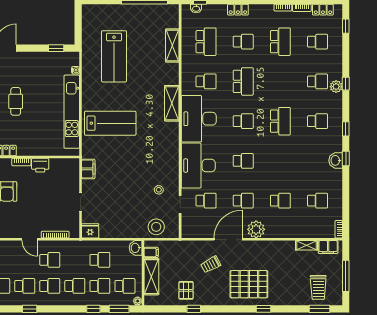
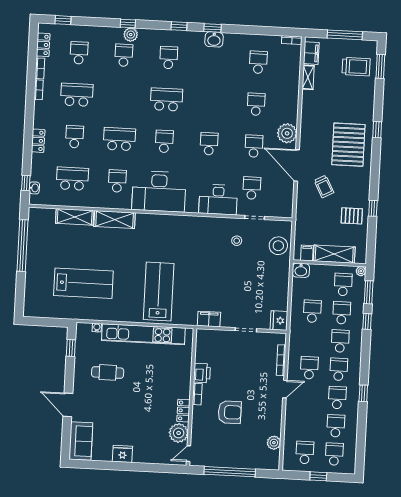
cafe table: (16, 101) -> (108, 372), moved
shelving: (172, 103) -> (115, 220), moved
desk: (198, 166) -> (218, 200), width x0.73, depth x0.77

